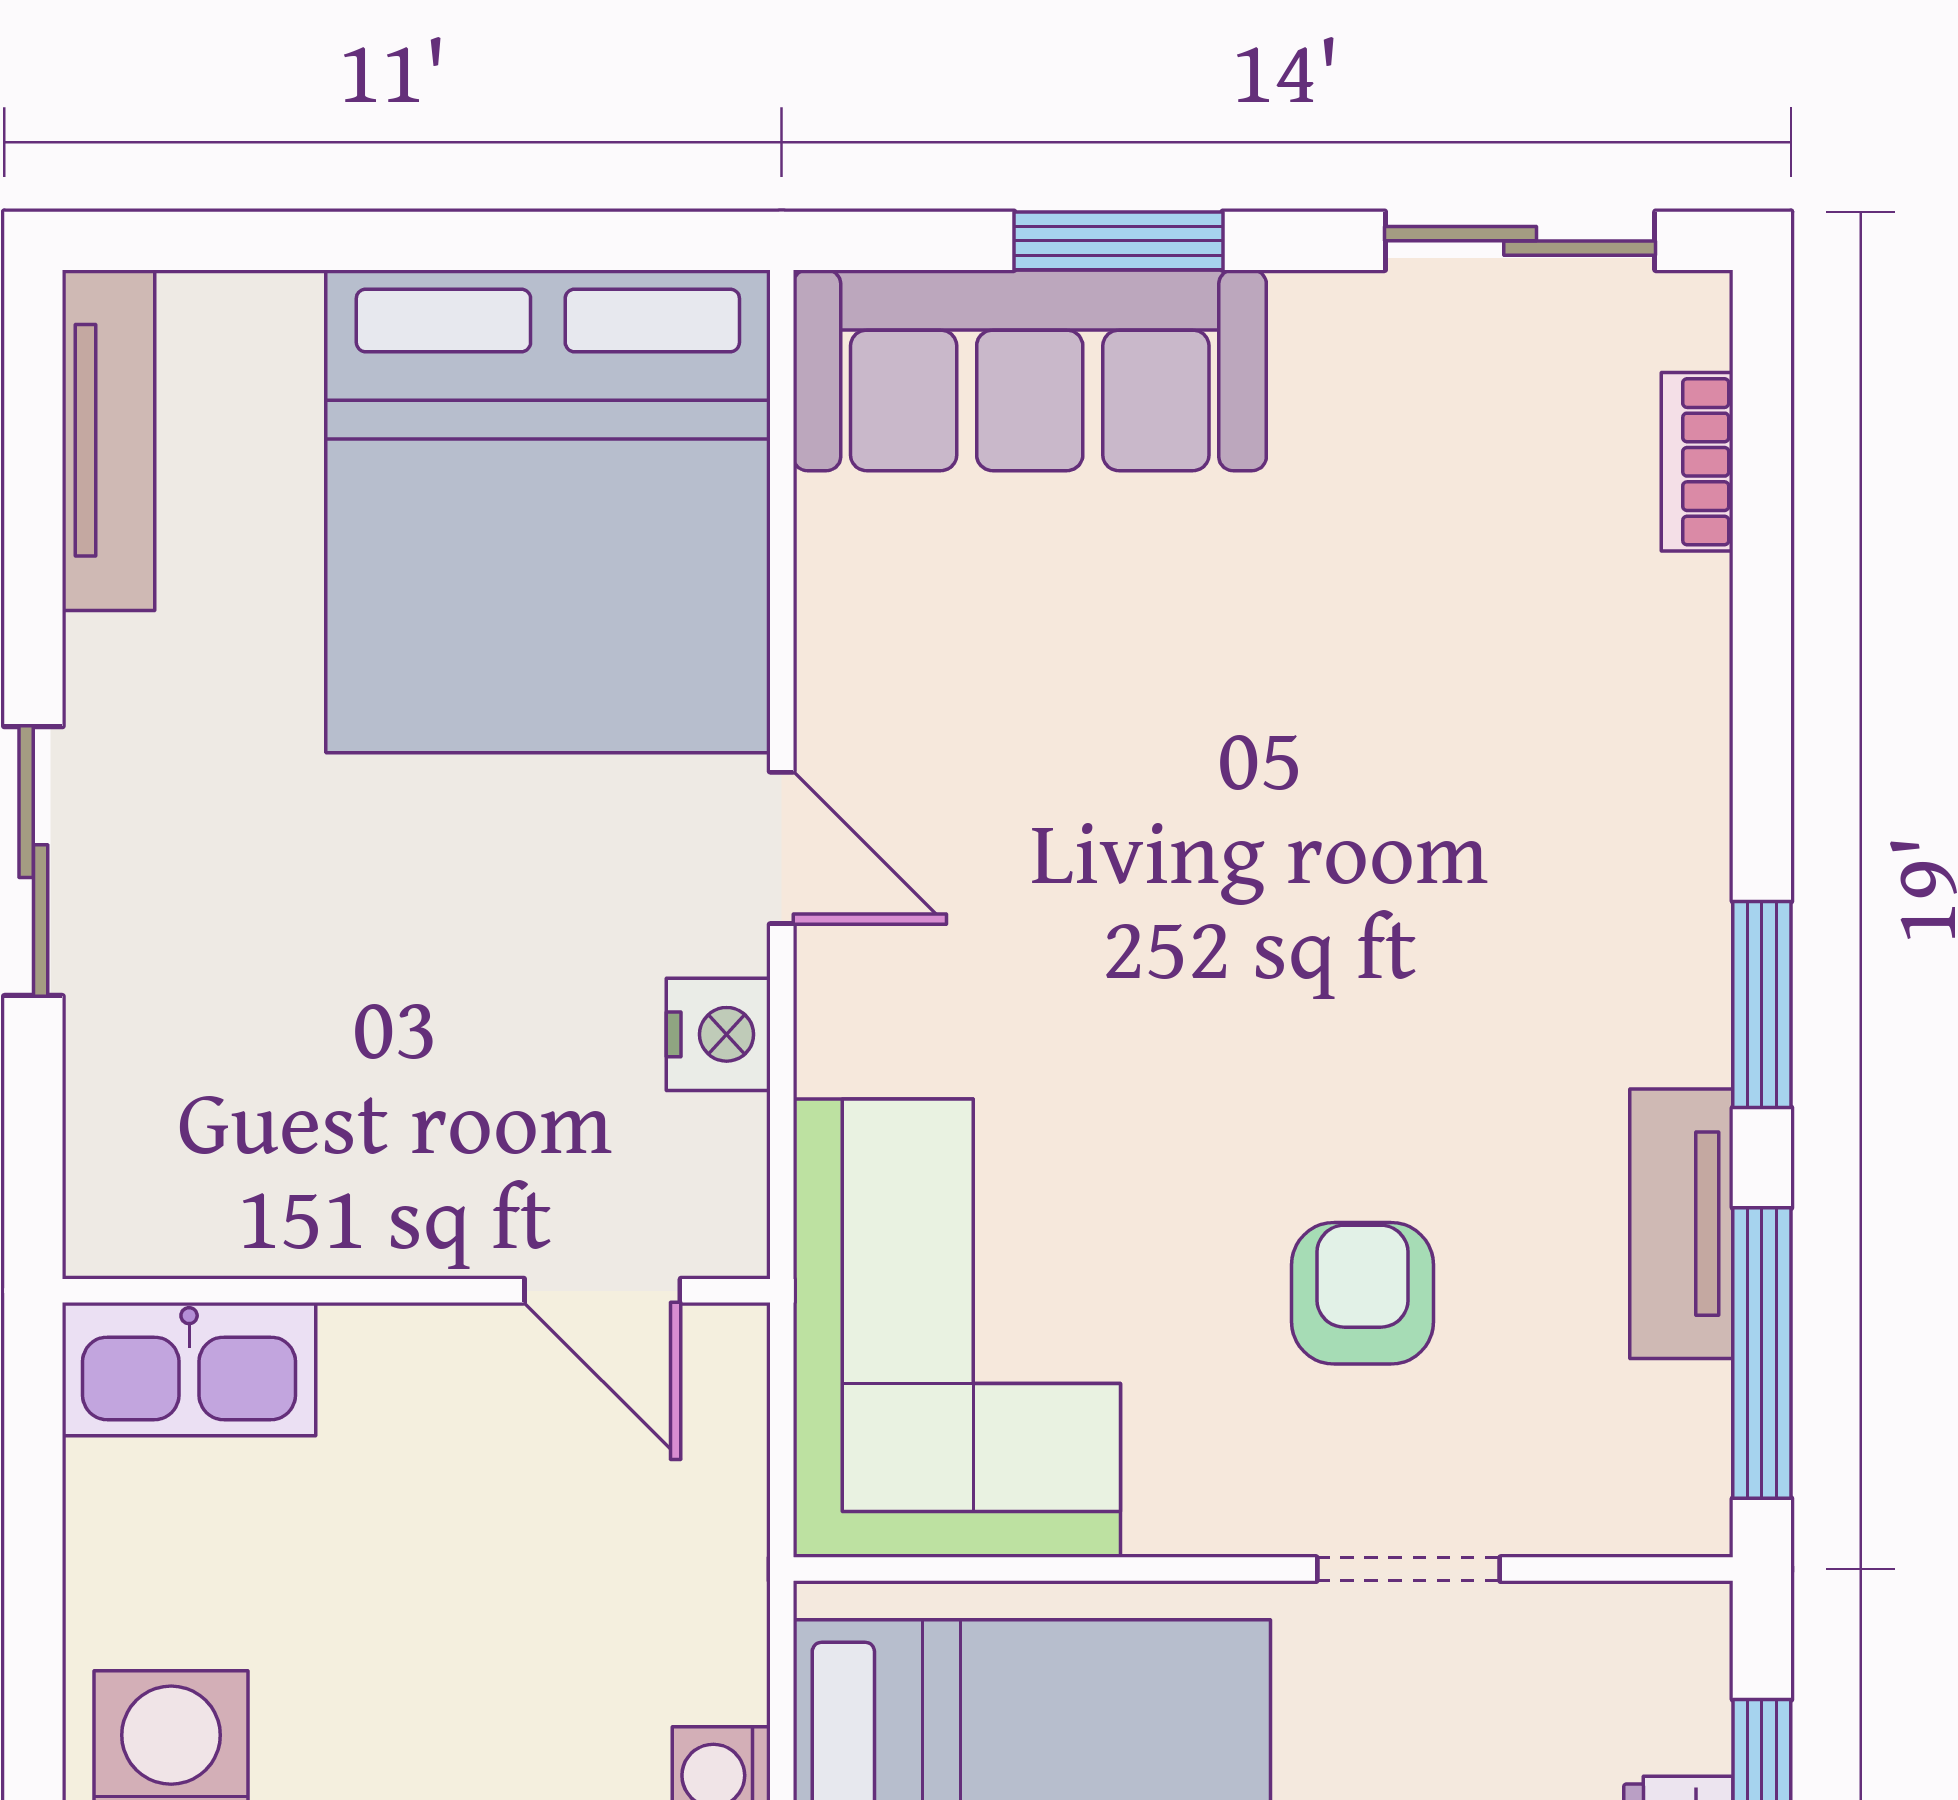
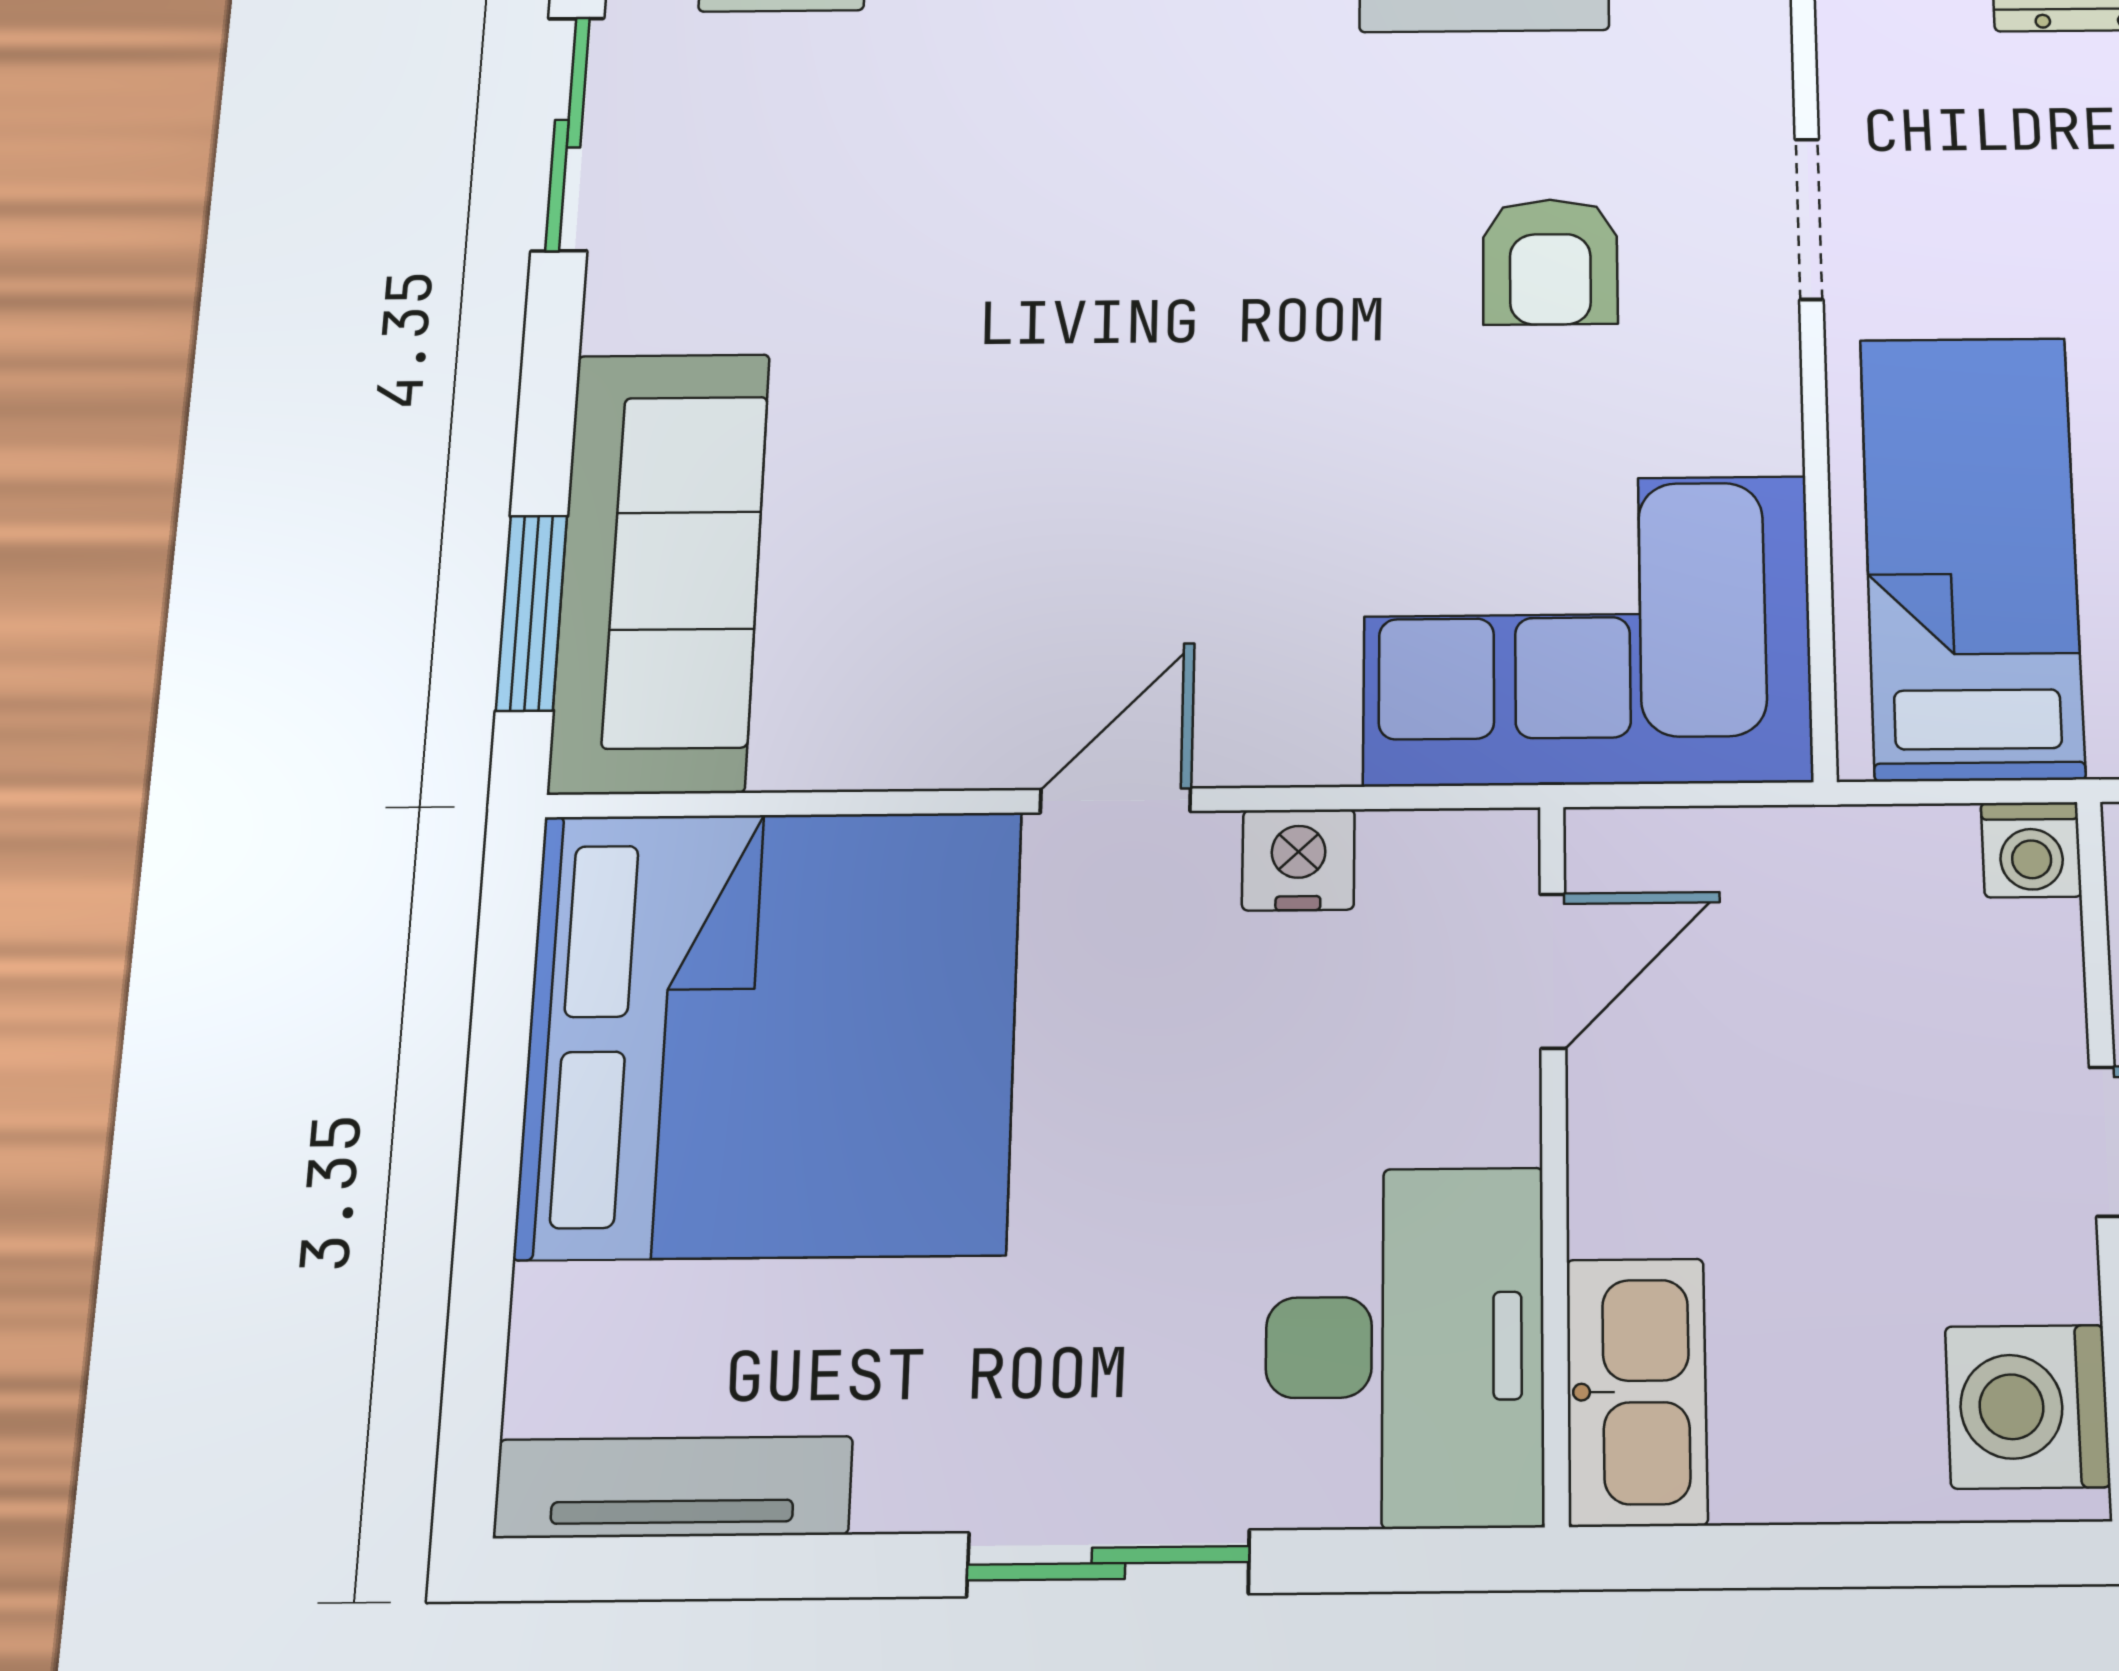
window: (1118, 241) -> (532, 613), moved
desk: (234, 1144) -> (1405, 1347), added
armchair: (1362, 1293) -> (1550, 262), turned -90

